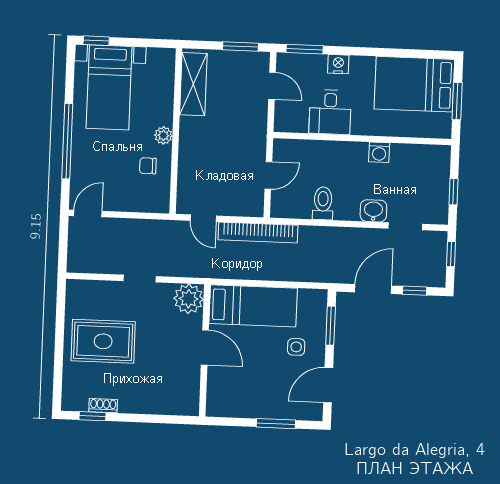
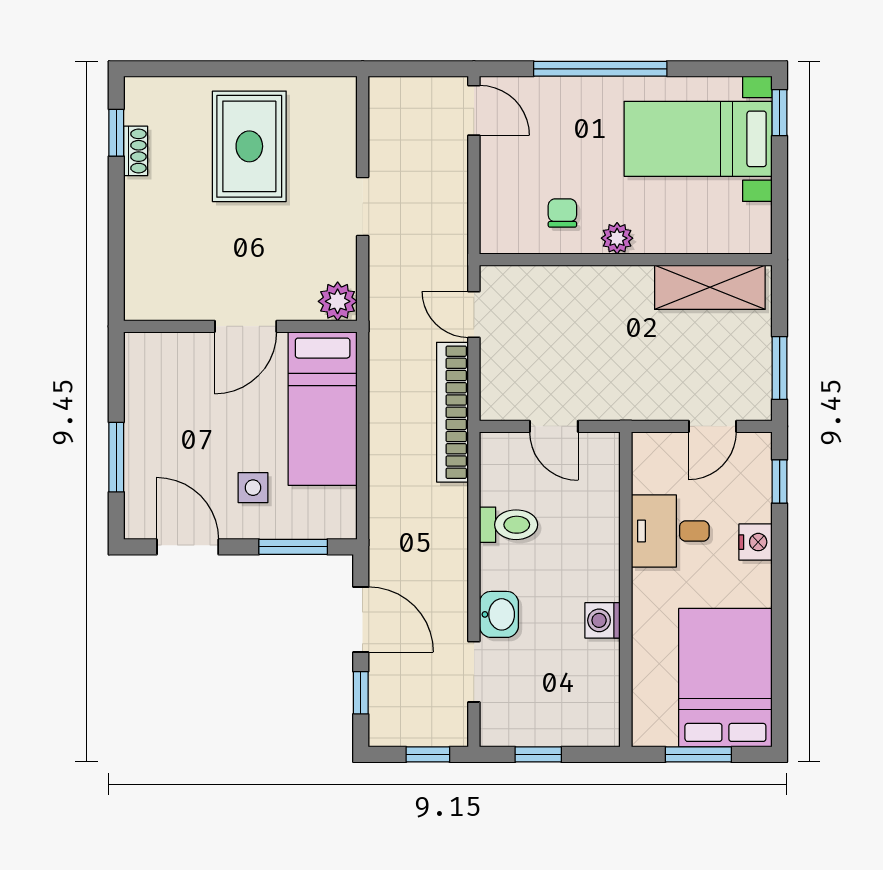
window: (305, 49) -> (780, 481), width x0.67
door: (203, 218) -> (474, 314), hinge flipped
plant: (189, 299) -> (338, 301), width x0.73, depth x0.73

